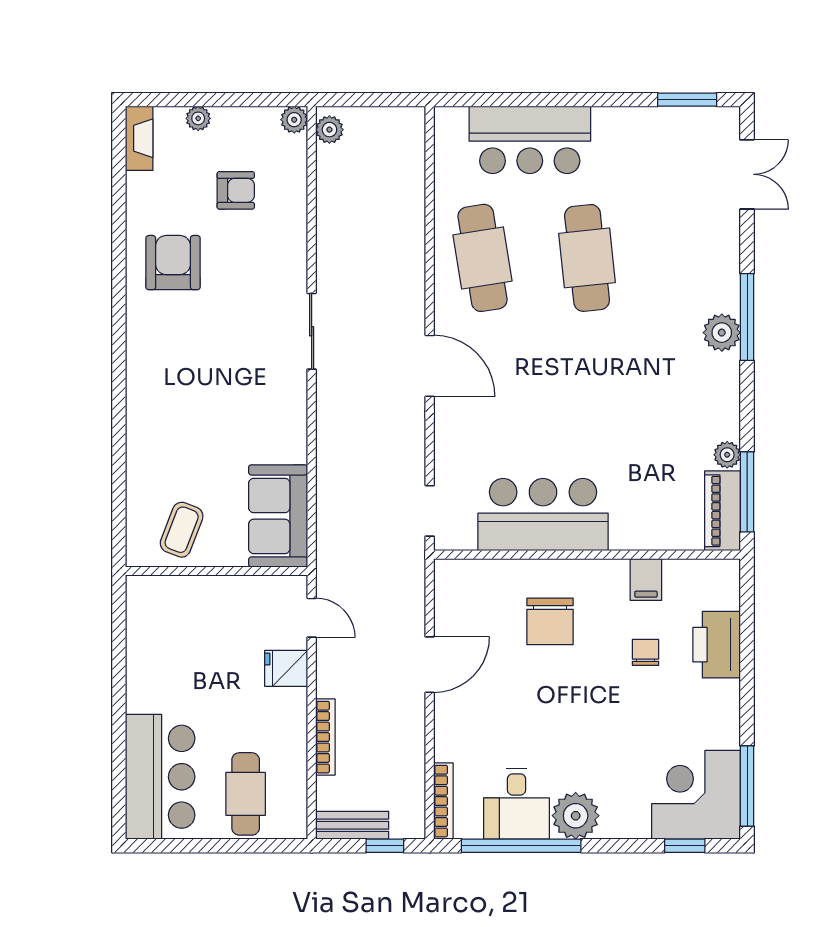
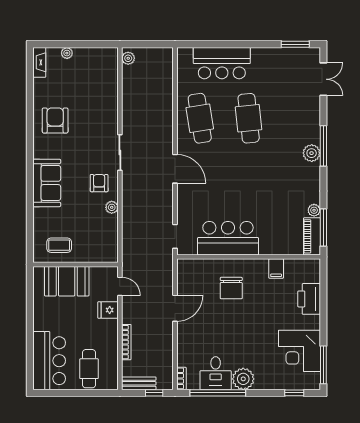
plant: (294, 120) -> (112, 207), moved
armchair: (236, 190) -> (99, 183), moved, turned -90
sofa: (278, 516) -> (47, 183), moved, turned 180
coffee table: (182, 530) -> (59, 245), turned 69
booth: (198, 607) -> (67, 281), added
chair: (646, 652) -> (276, 303), removed
corner desk: (696, 795) -> (299, 351), moved, turned -90
bookcase: (443, 801) -> (181, 378), width x0.64

